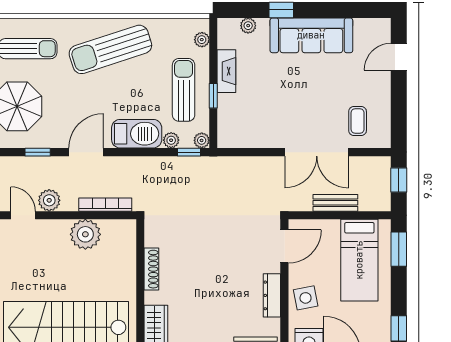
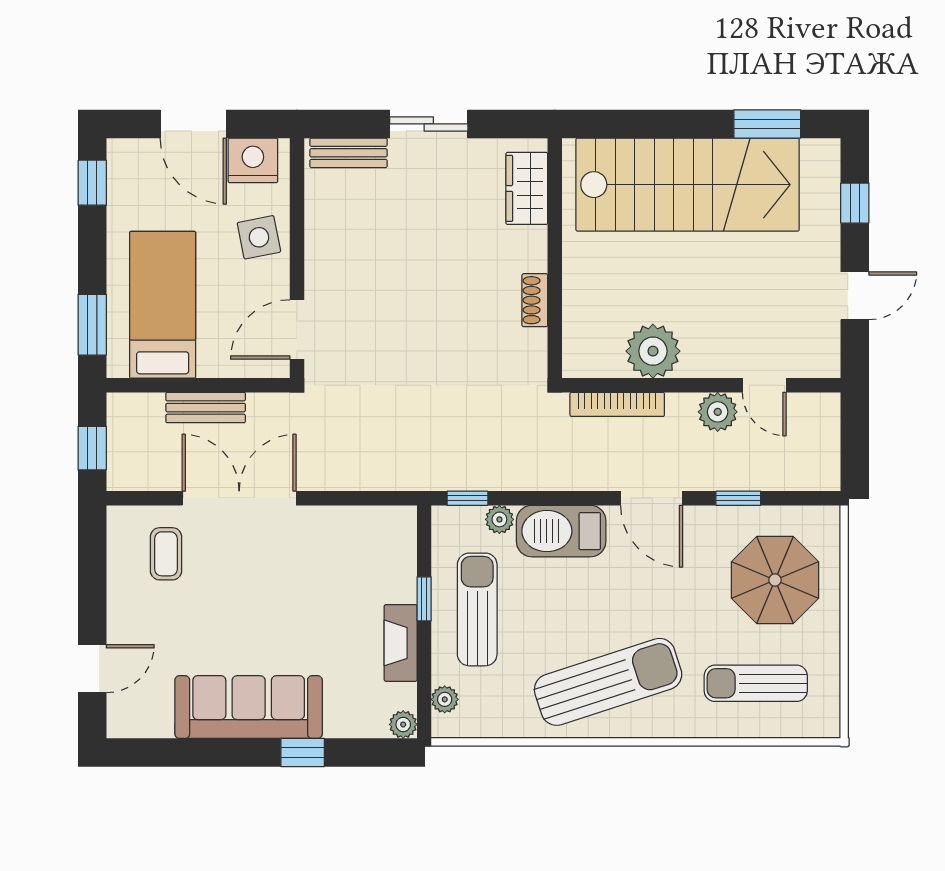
plant: (248, 26) -> (403, 724), moved
sun lounger: (184, 90) -> (477, 609), turned 180
plant: (202, 140) -> (445, 519), removed
door: (86, 152) -> (652, 498), hinge flipped
shoe rack: (151, 269) -> (535, 300), width x0.70
dresser: (272, 295) -> (319, 242), removed

